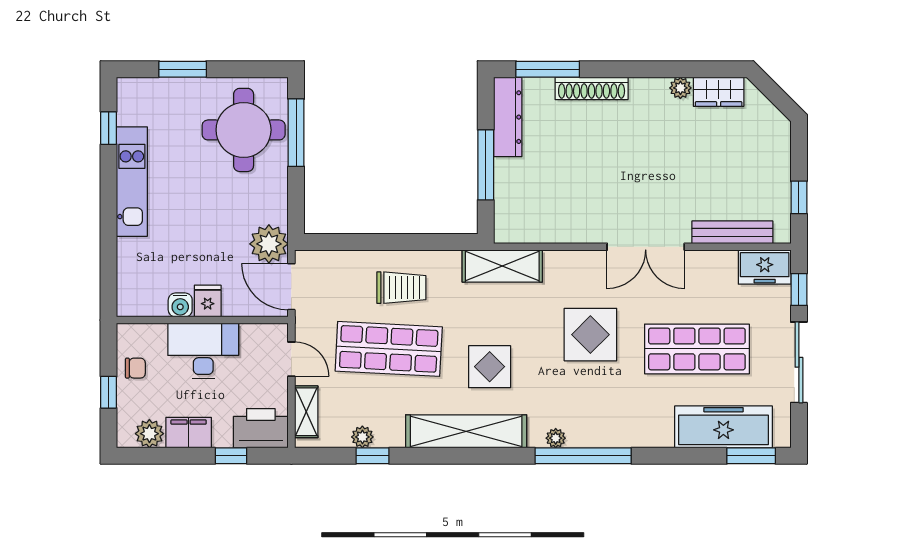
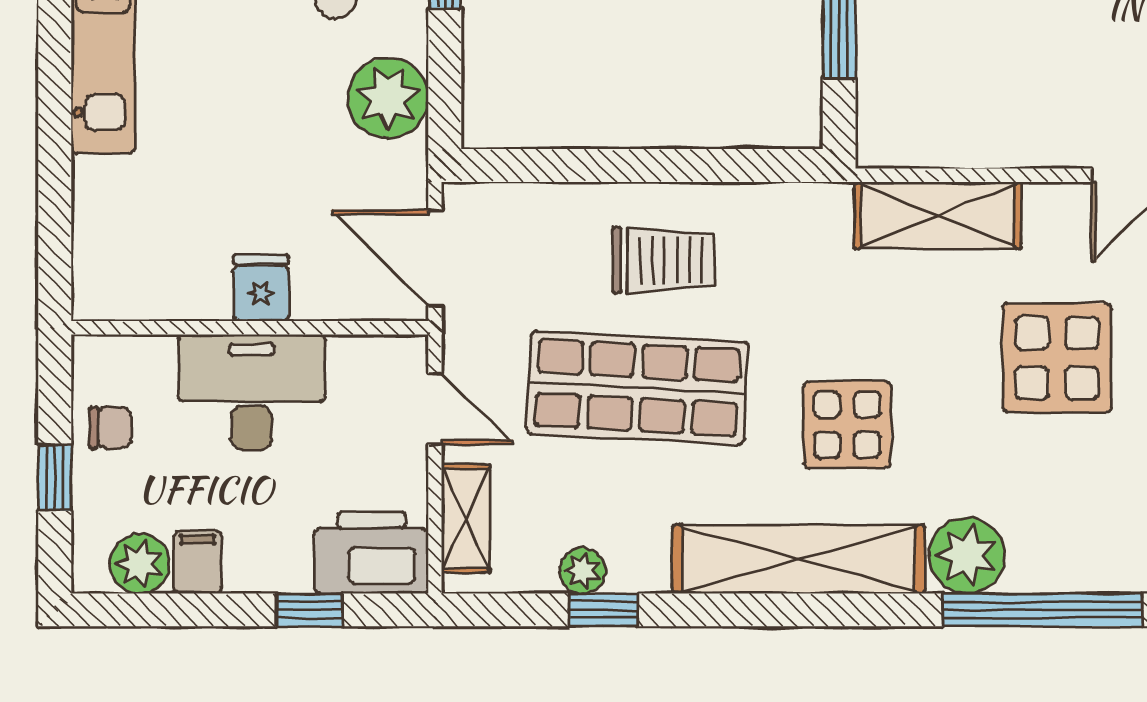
plant: (269, 244) -> (388, 98), moved
shelving: (502, 266) -> (938, 215), moved
water cooler: (180, 305) -> (204, 296), removed
filing cabinet: (189, 433) -> (198, 562), width x0.50
plant: (556, 438) -> (967, 555), width x1.88, depth x1.88

